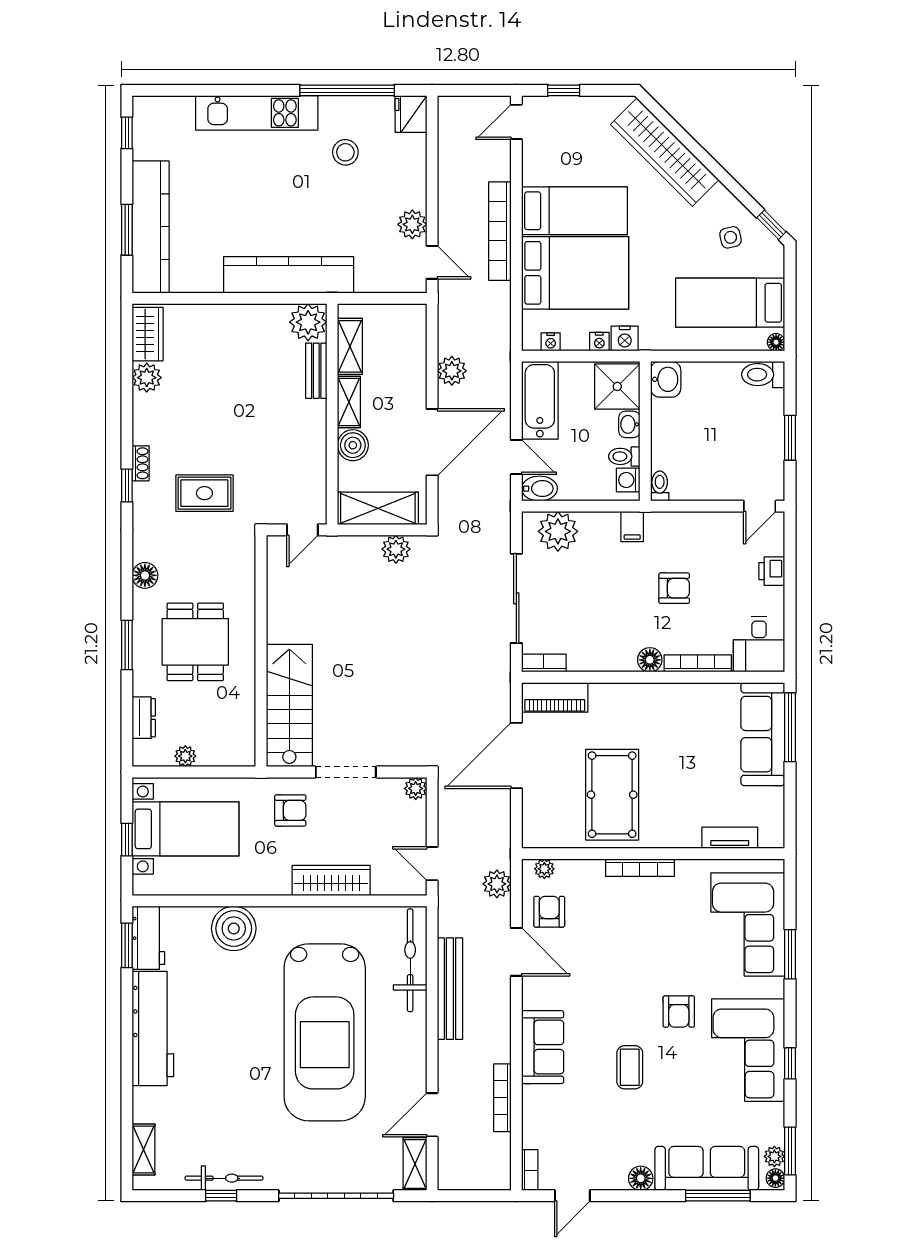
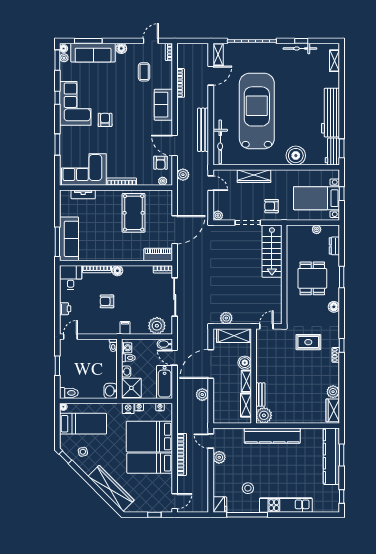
corner sofa: (748, 924) -> (84, 170), moved, turned -90
coffee table: (630, 1067) -> (144, 72), moved

